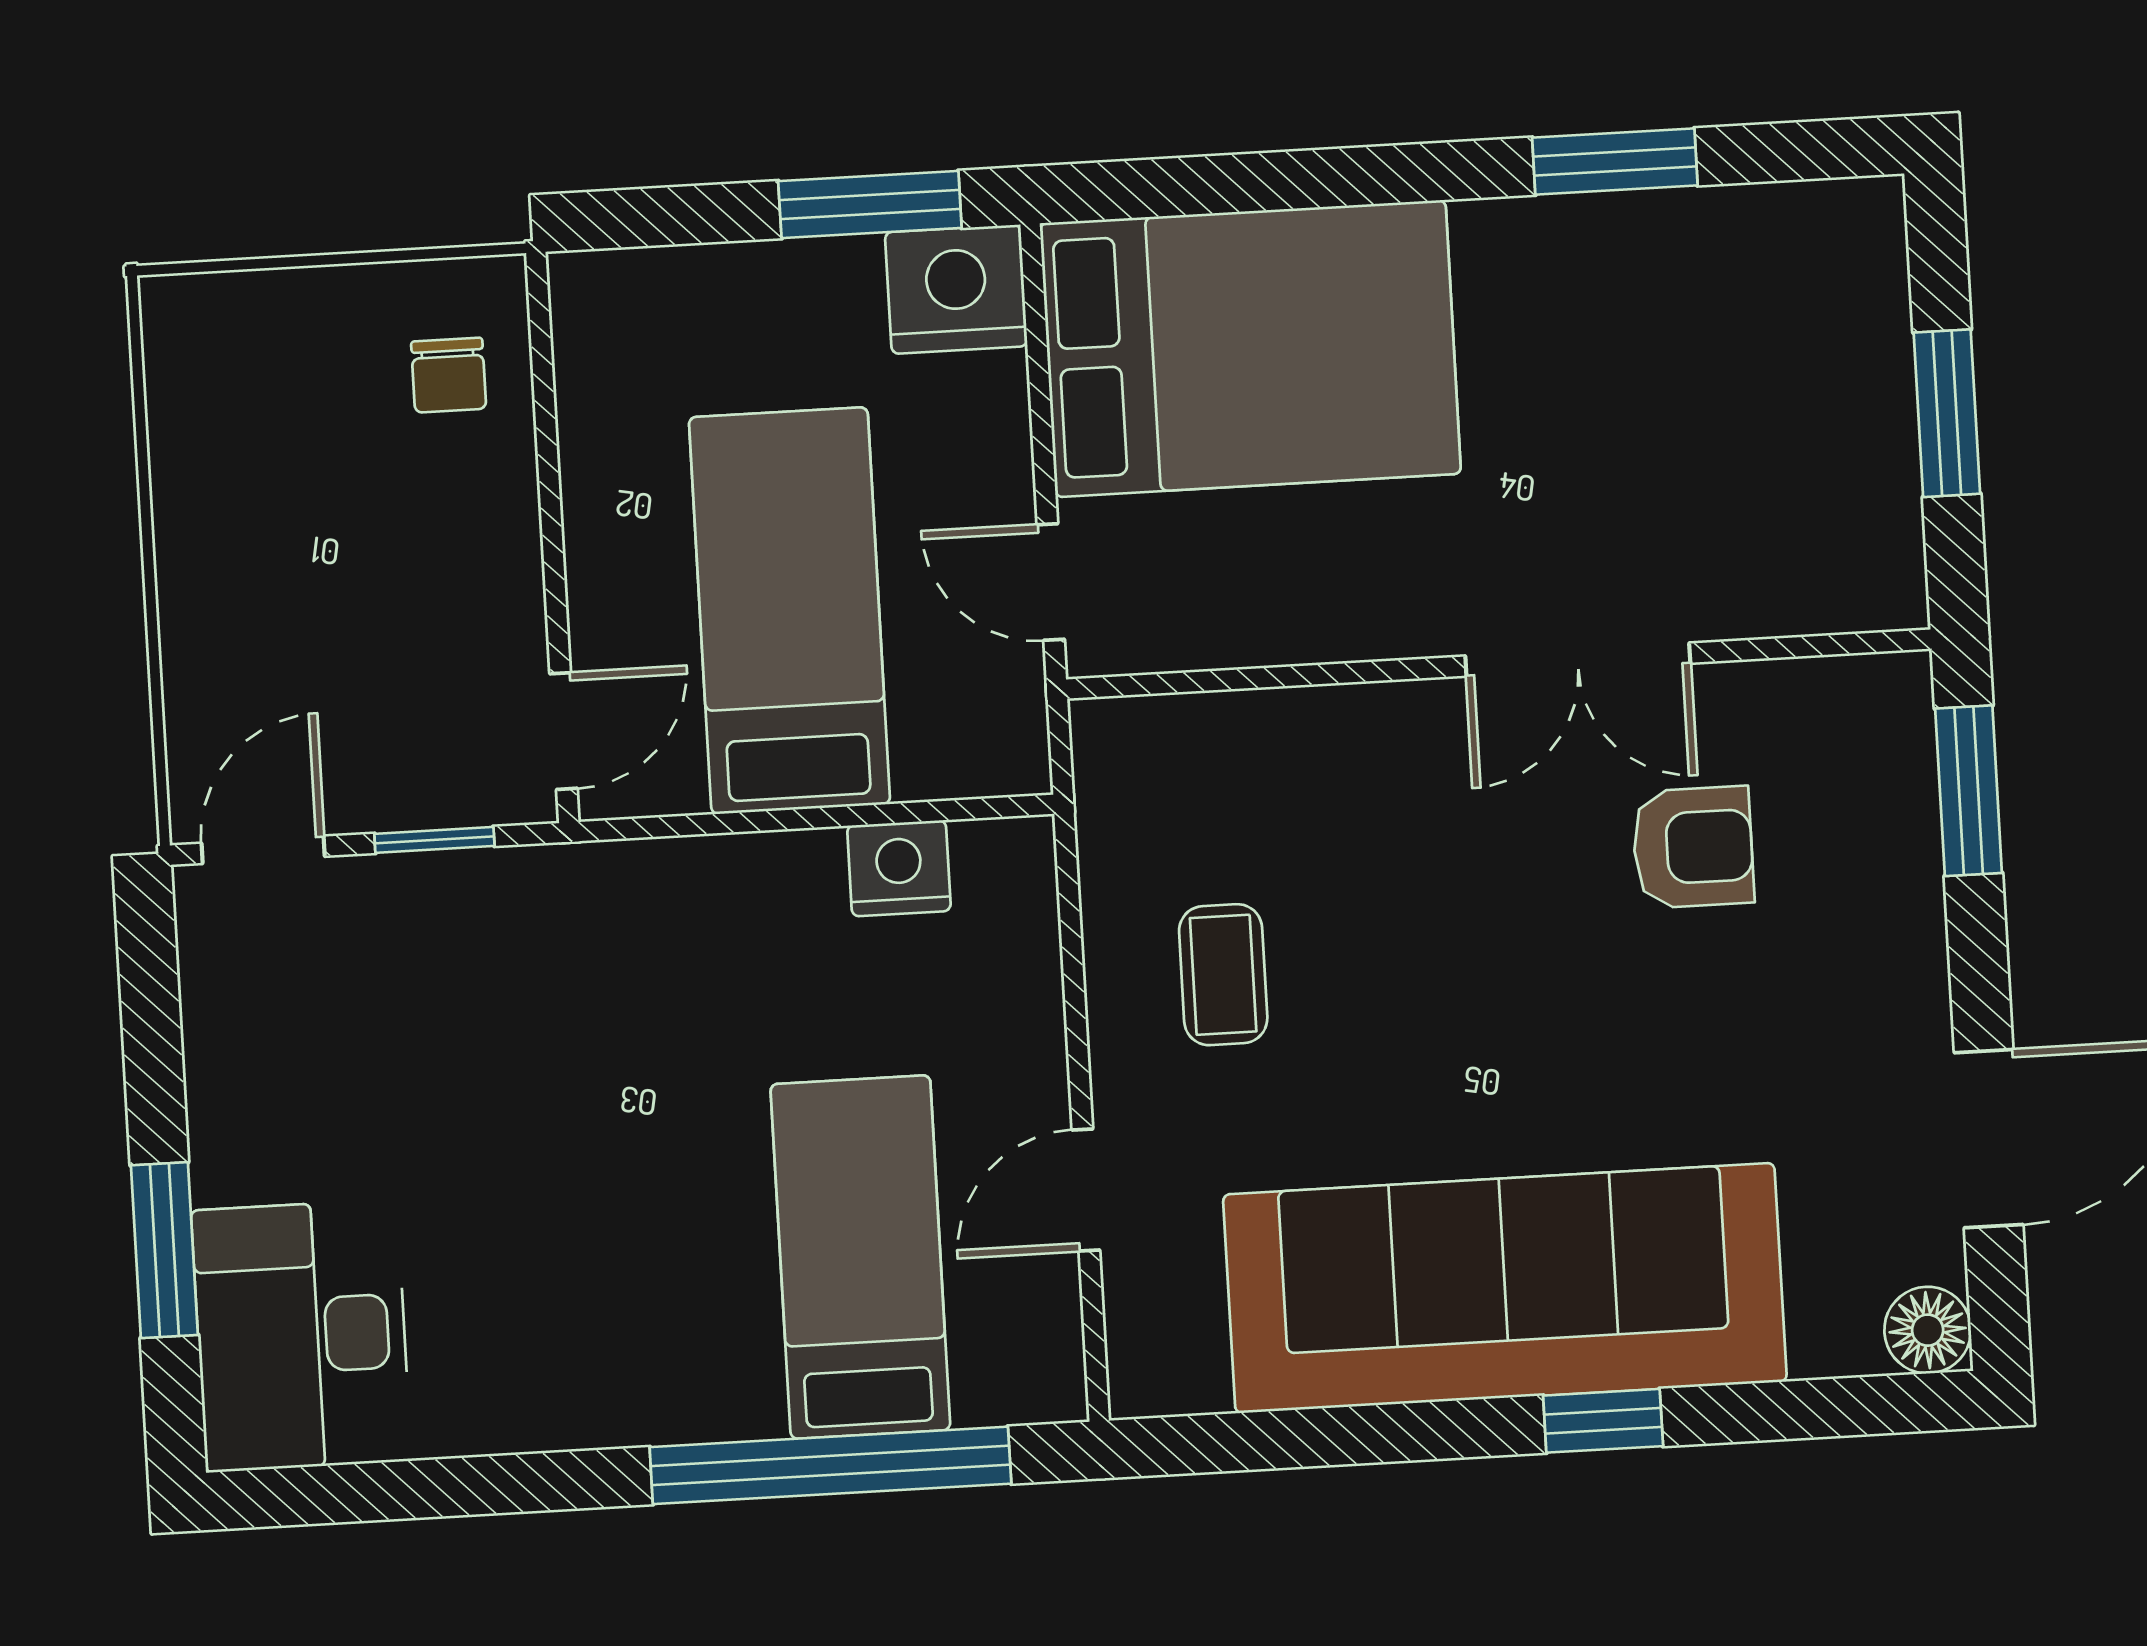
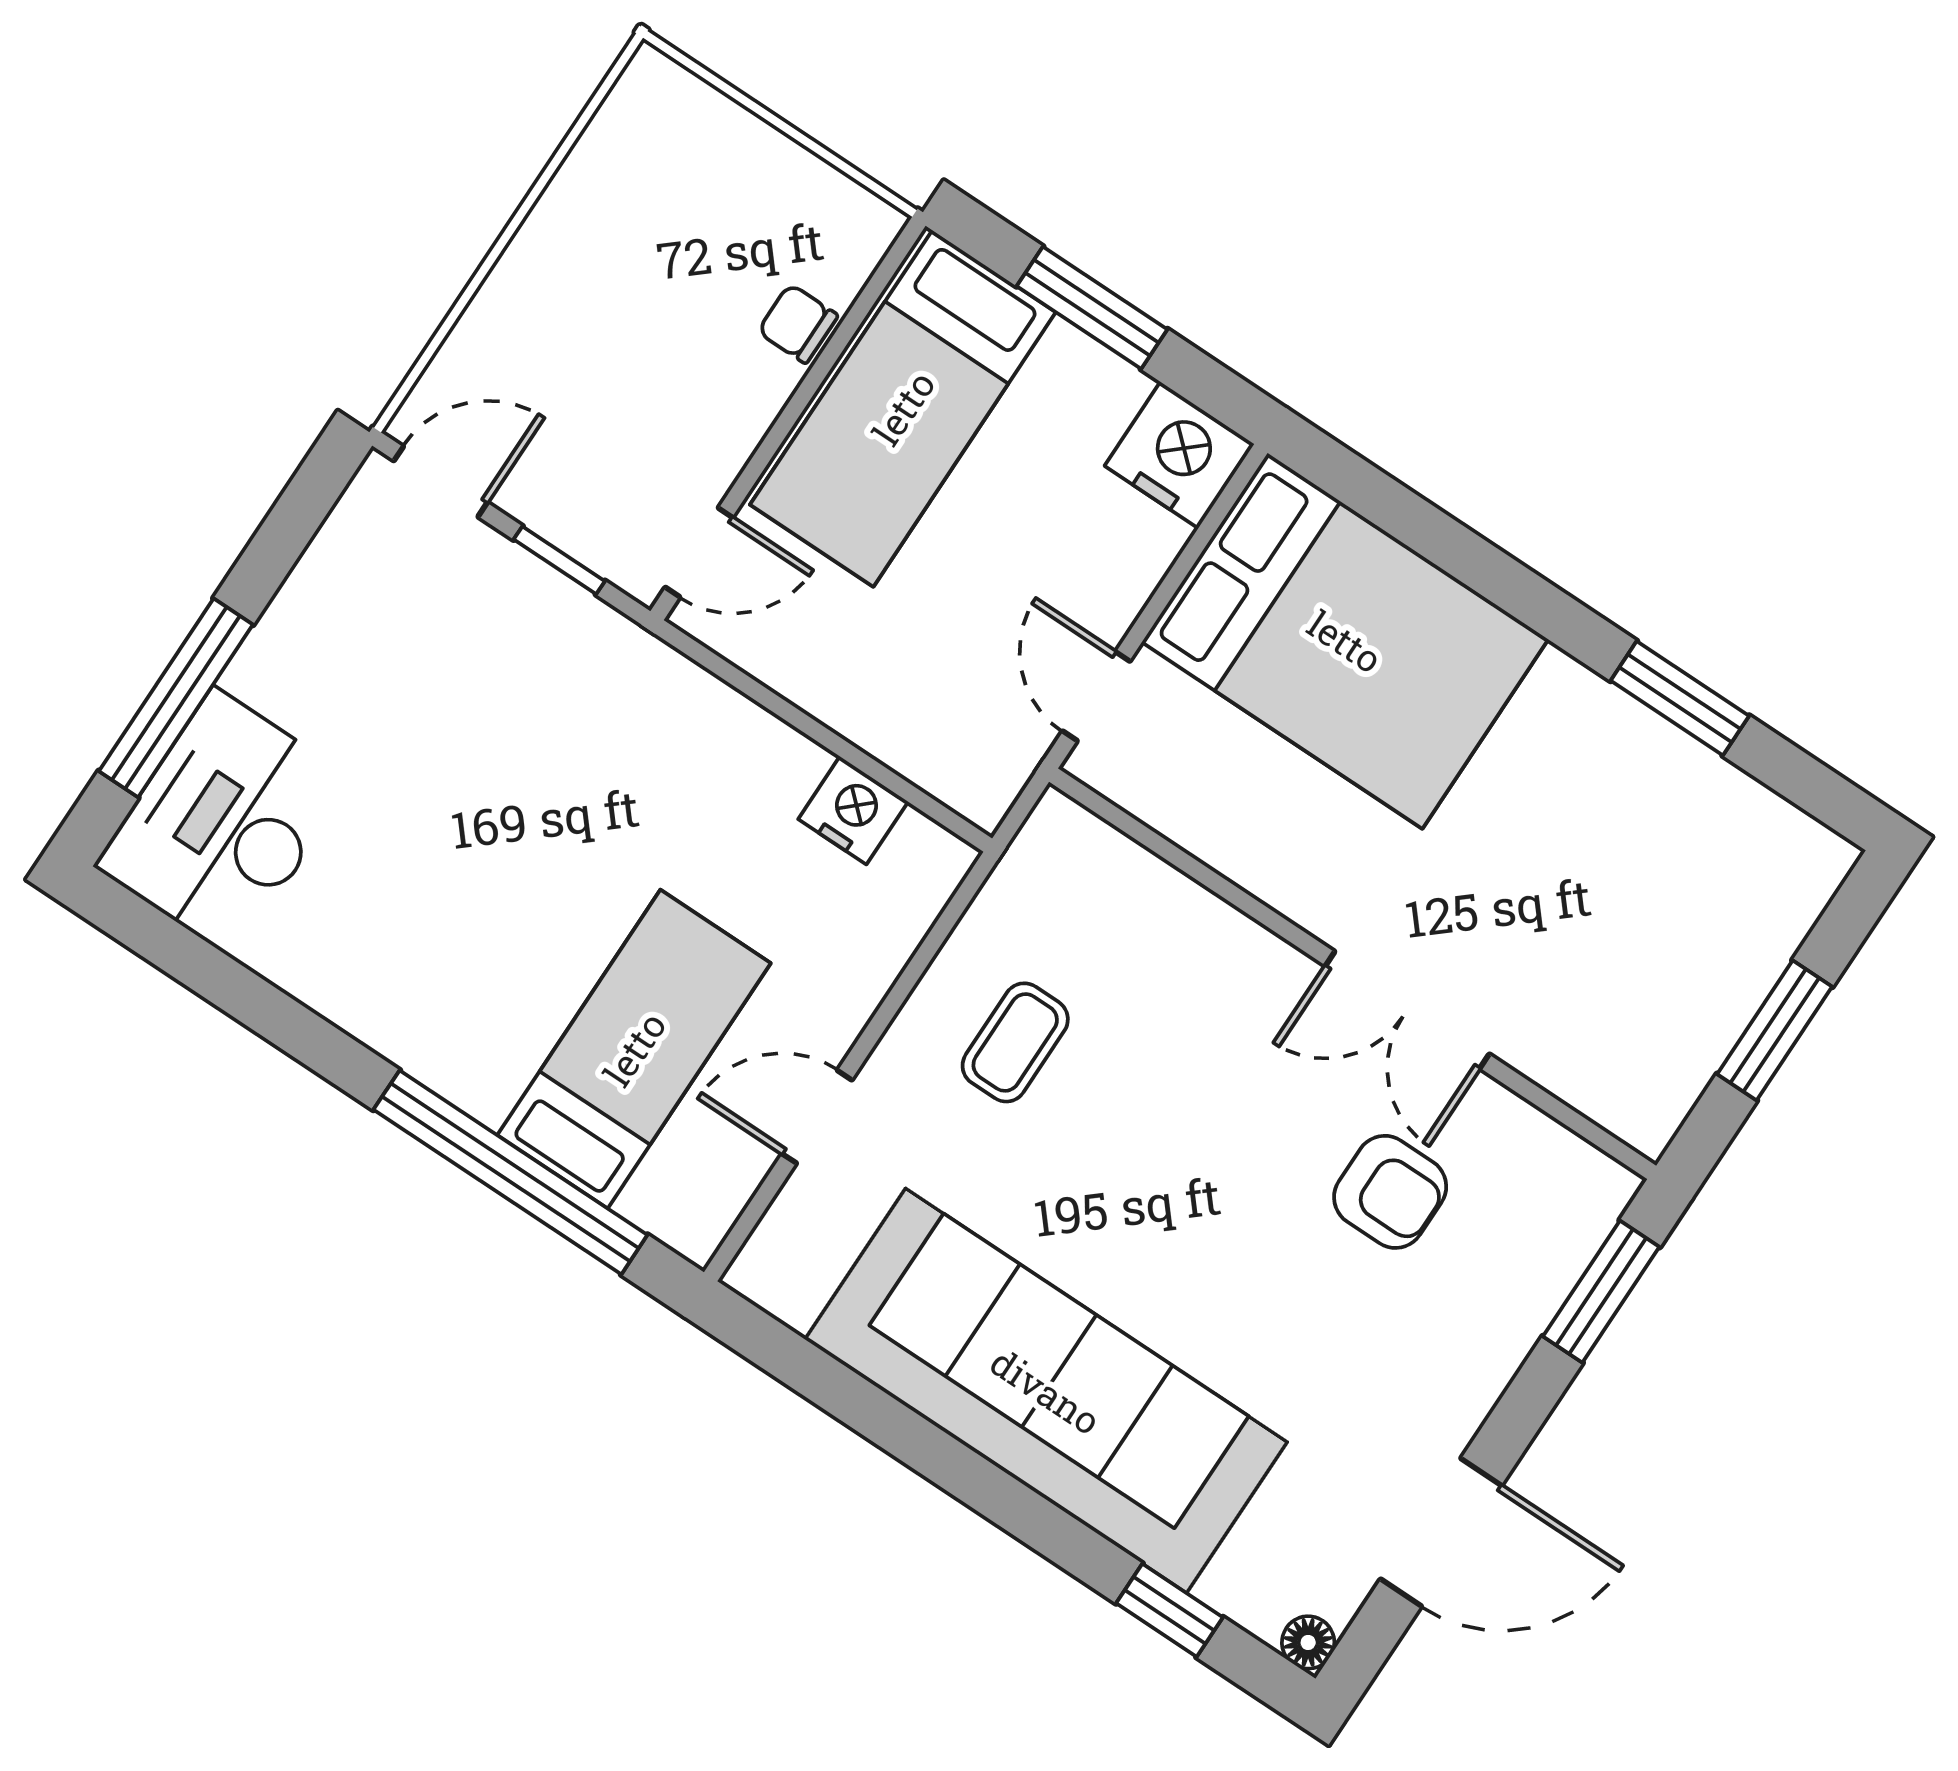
window: (870, 205) -> (1092, 308), moved
chair: (449, 375) -> (798, 324), moved, turned 90
bed: (789, 611) -> (903, 408), moved, turned 180
window: (164, 1250) -> (176, 698), width x1.44
floor lamp: (1928, 1330) -> (1308, 1642), width x0.73, depth x0.73
window: (1603, 1421) -> (1170, 1610), moved

